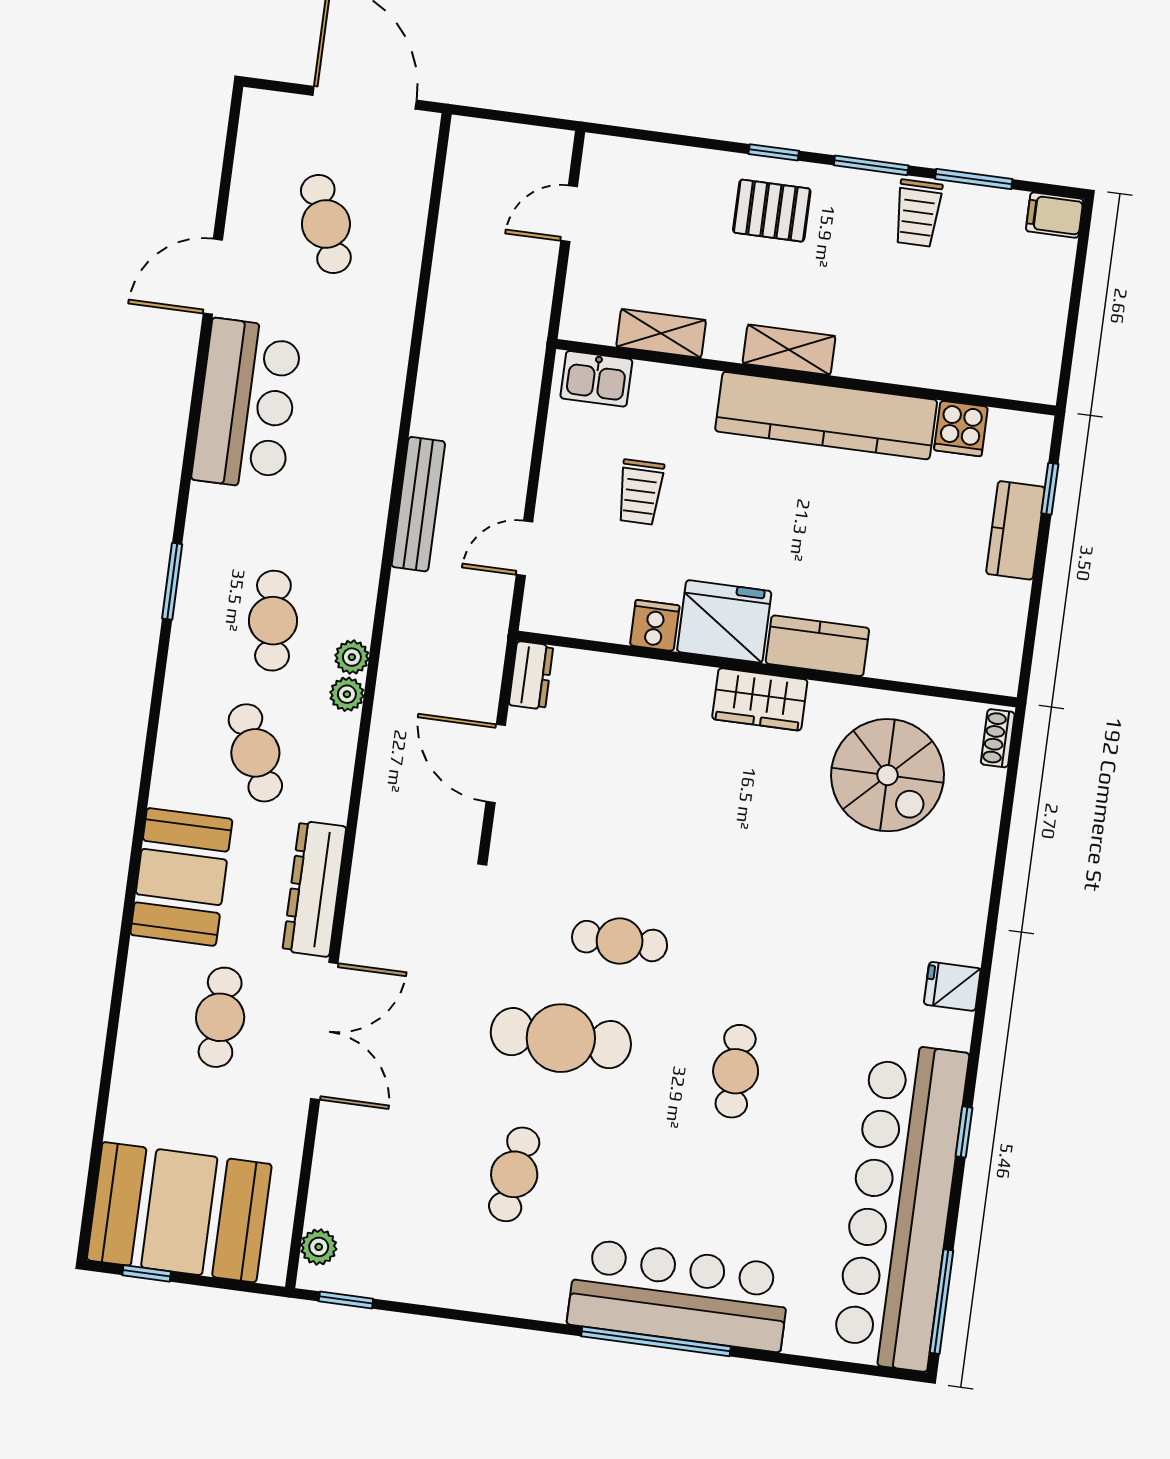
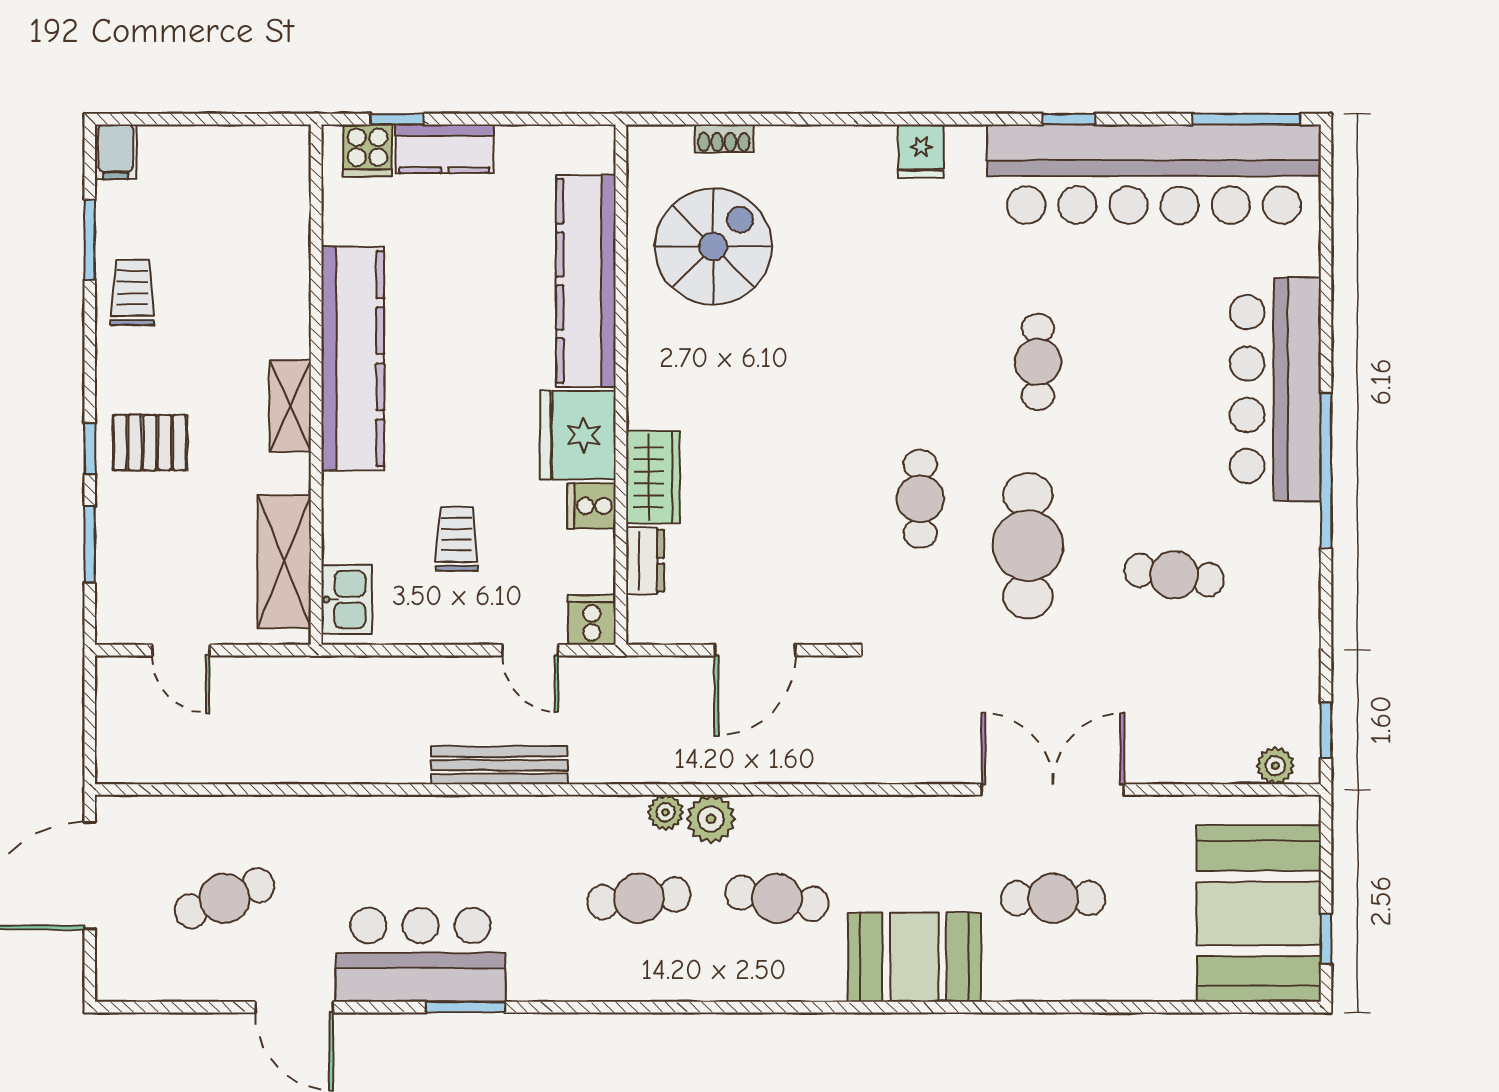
window: (871, 165) -> (90, 544), moved
pallet: (772, 211) -> (150, 443), turned 90
trolley: (918, 213) -> (132, 292), turned -90
shelving: (661, 333) -> (284, 562), width x1.50, depth x1.33
cooker: (961, 428) -> (368, 150), moved, turned 90
trolley: (640, 492) -> (457, 539), turned -90
window: (172, 581) -> (466, 1007), moved
cooker: (545, 611) -> (592, 620), added
kitchen counter: (817, 646) -> (586, 281), width x2.08, depth x1.17
dresser: (531, 675) -> (645, 561), moved, turned 90
plant: (347, 694) -> (711, 819), width x1.38, depth x1.38
wardrobe: (760, 699) -> (653, 477), moved
shoe rack: (998, 738) -> (724, 138), moved
cafe table: (255, 753) -> (777, 898), turned 33
dresser: (314, 889) -> (908, 819), removed
cafe table: (736, 1071) -> (1038, 362), turned 90
window: (656, 1341) -> (1326, 471), moved

